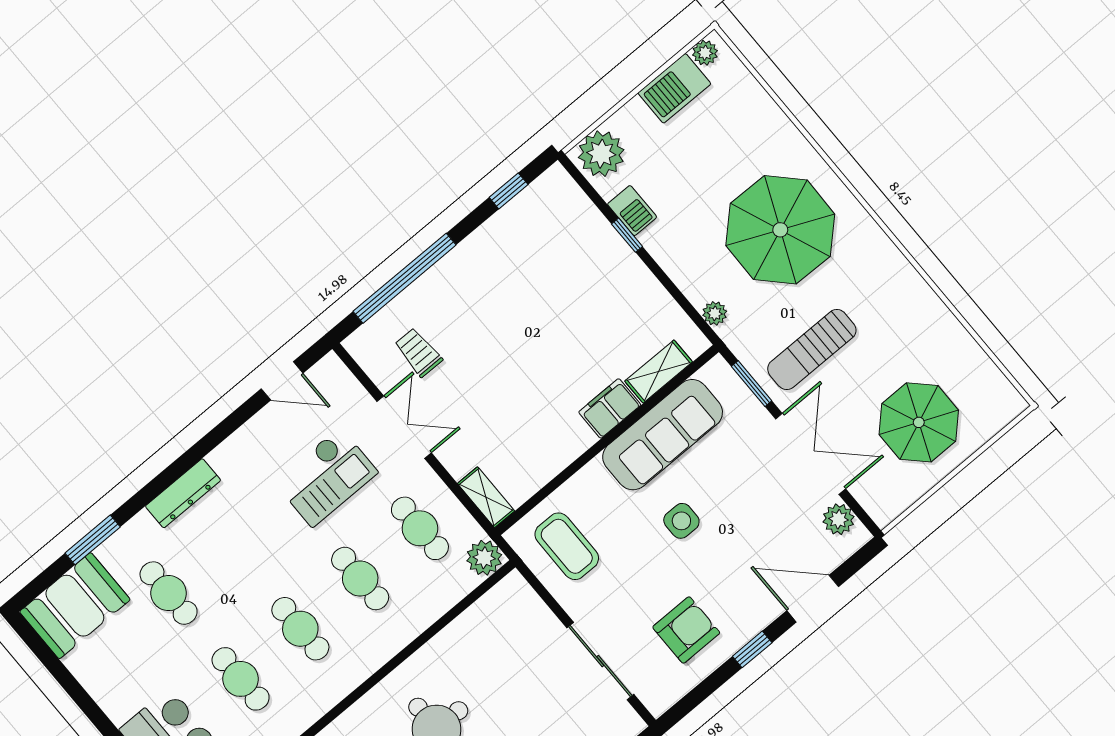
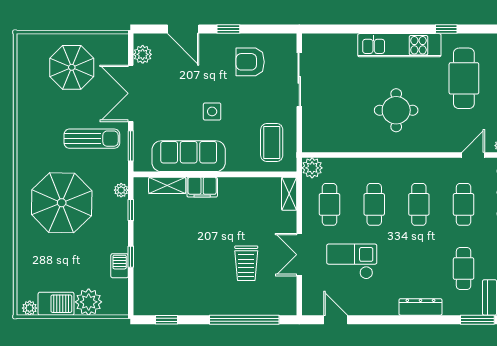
plant: (601, 154) -> (89, 302), moved
window: (679, 298) -> (131, 210), added
trolley: (418, 352) -> (246, 263), moved, width x1.36, depth x1.39

